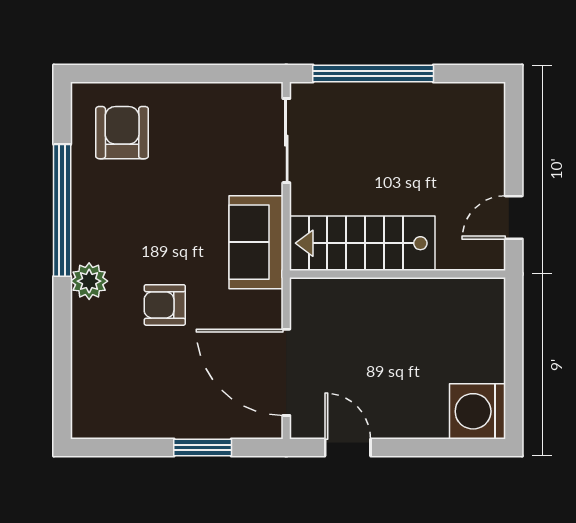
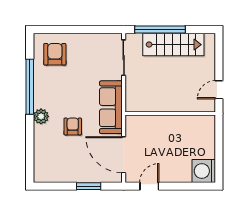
sofa: (256, 242) -> (111, 107), width x1.36
stairs: (362, 243) -> (173, 45), moved, turned 180
armchair: (165, 305) -> (73, 126), turned 90
door: (348, 448) -> (149, 186), hinge flipped

